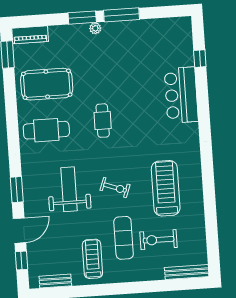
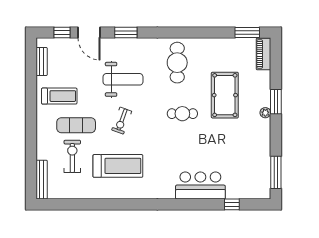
window: (122, 15) -> (276, 172), moved
pool table: (47, 84) -> (225, 95), moved

